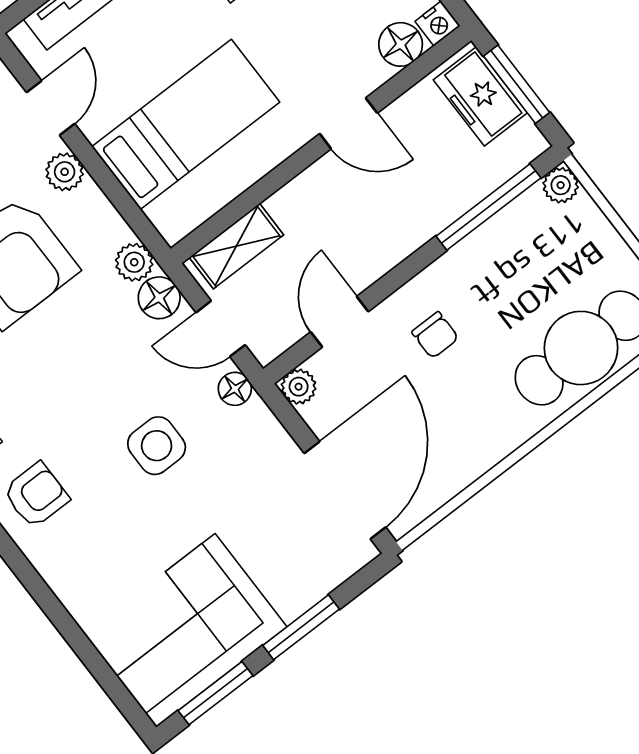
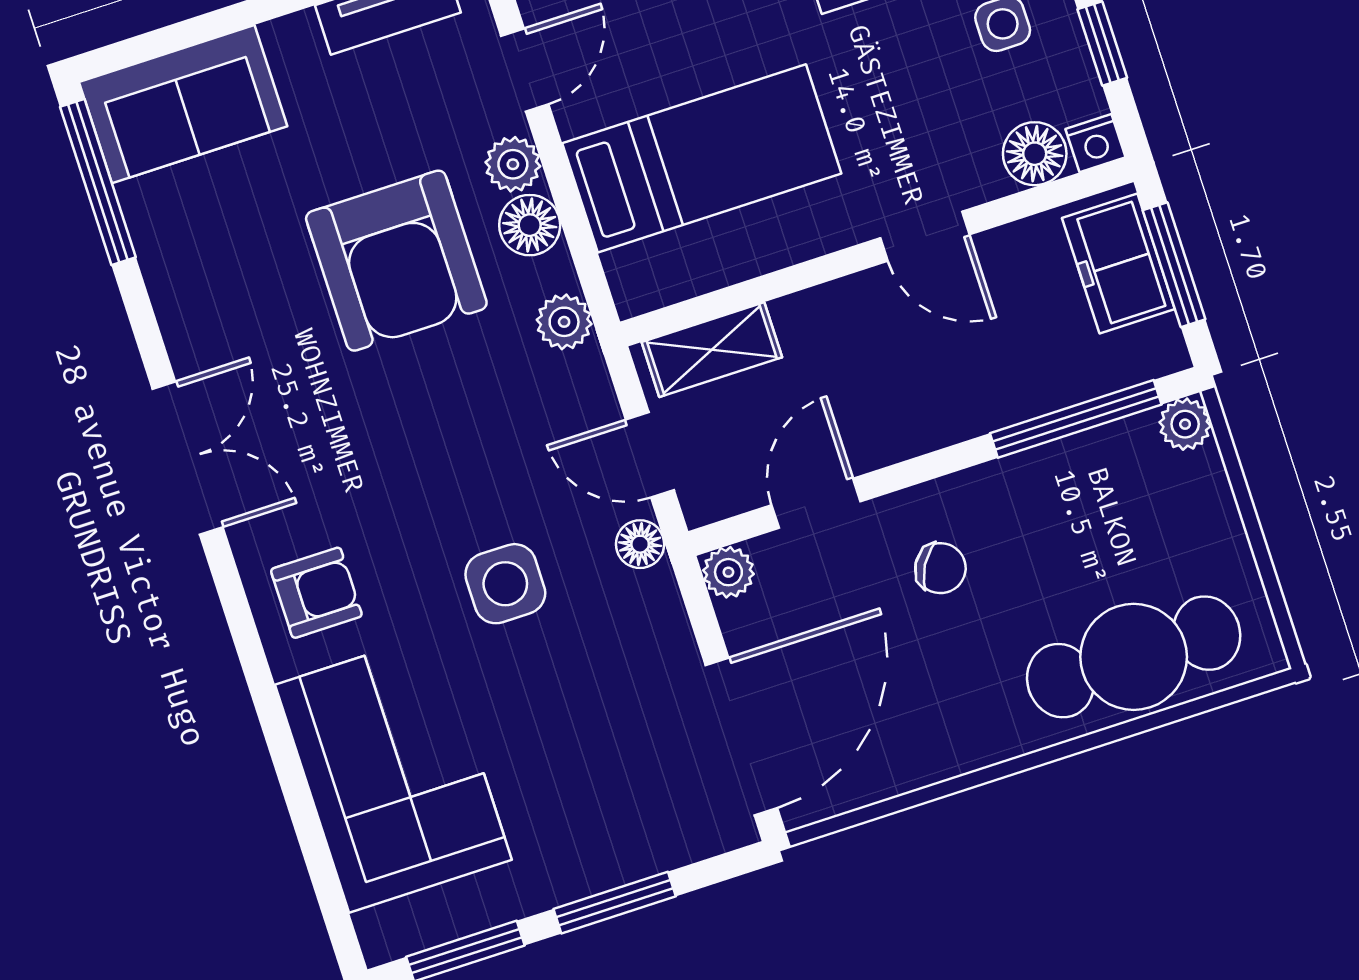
floor lamp: (159, 298) -> (530, 225), moved
chair: (435, 335) -> (940, 568), turned -60
corner sofa: (186, 631) -> (393, 772), moved, turned 90

